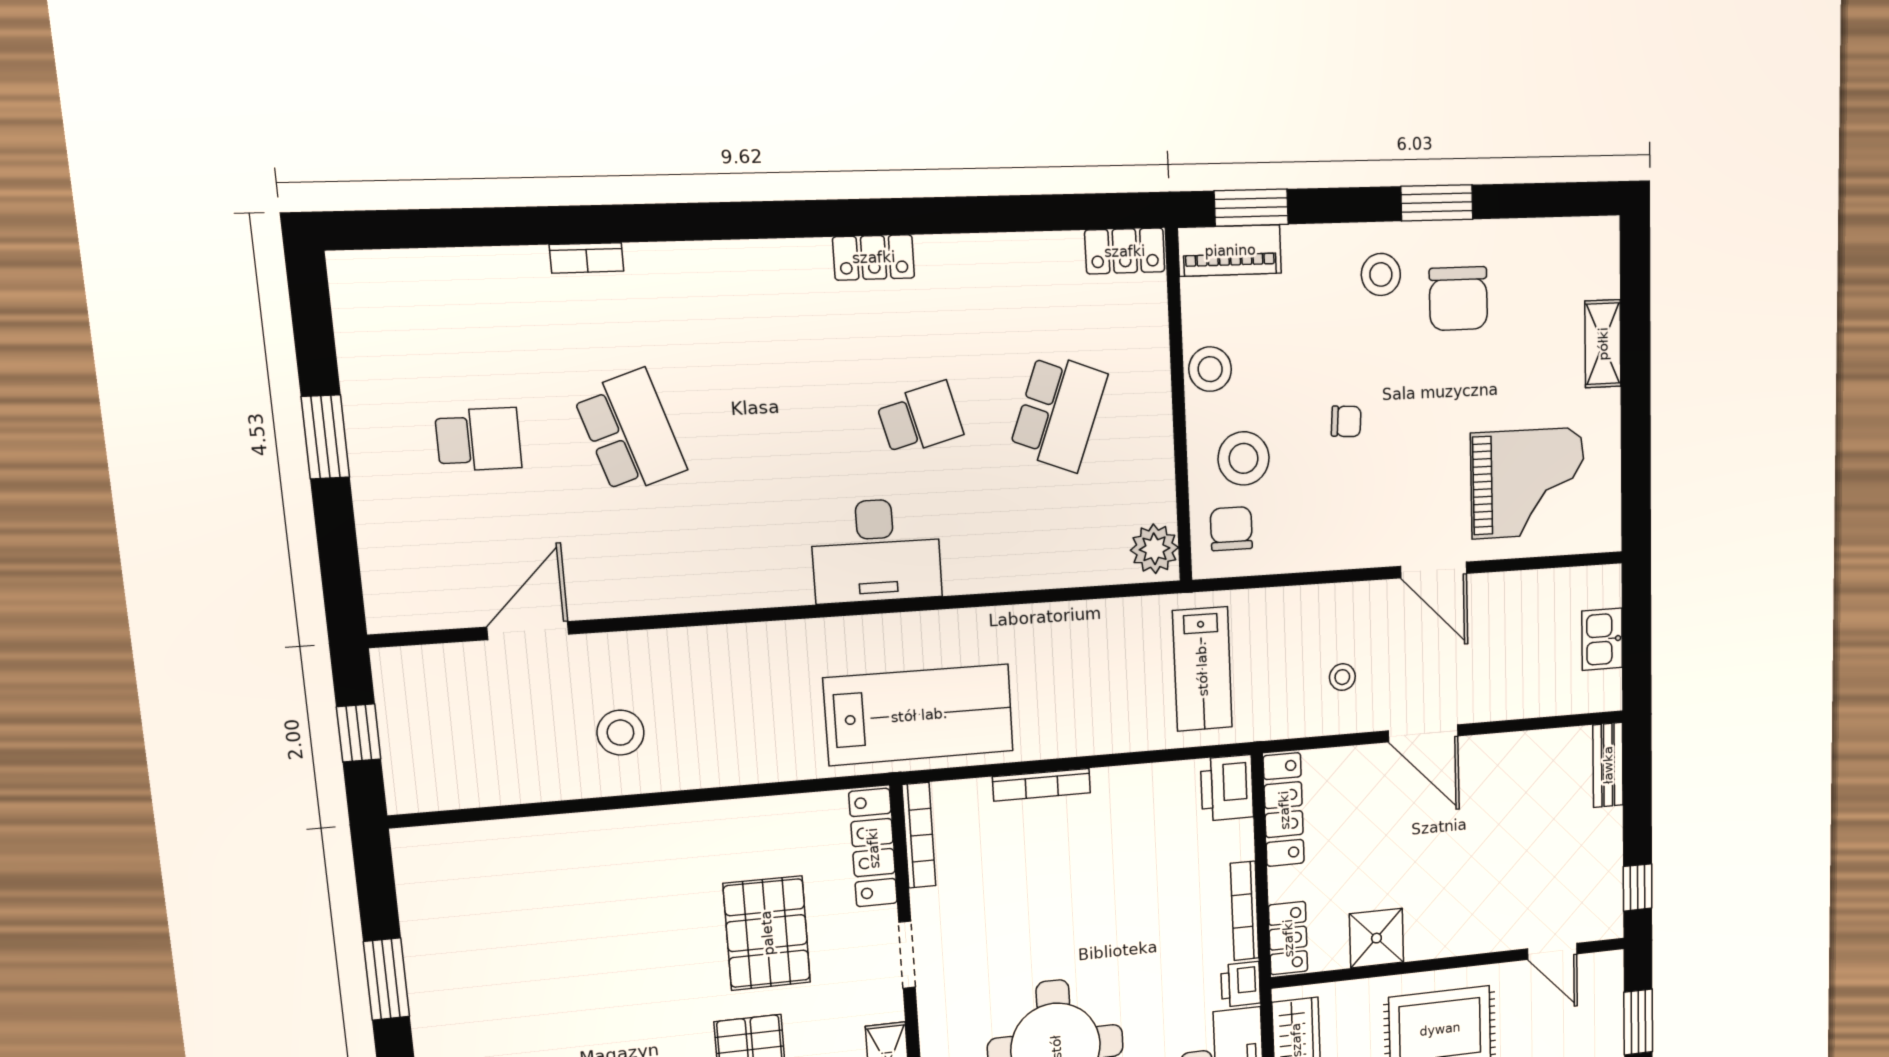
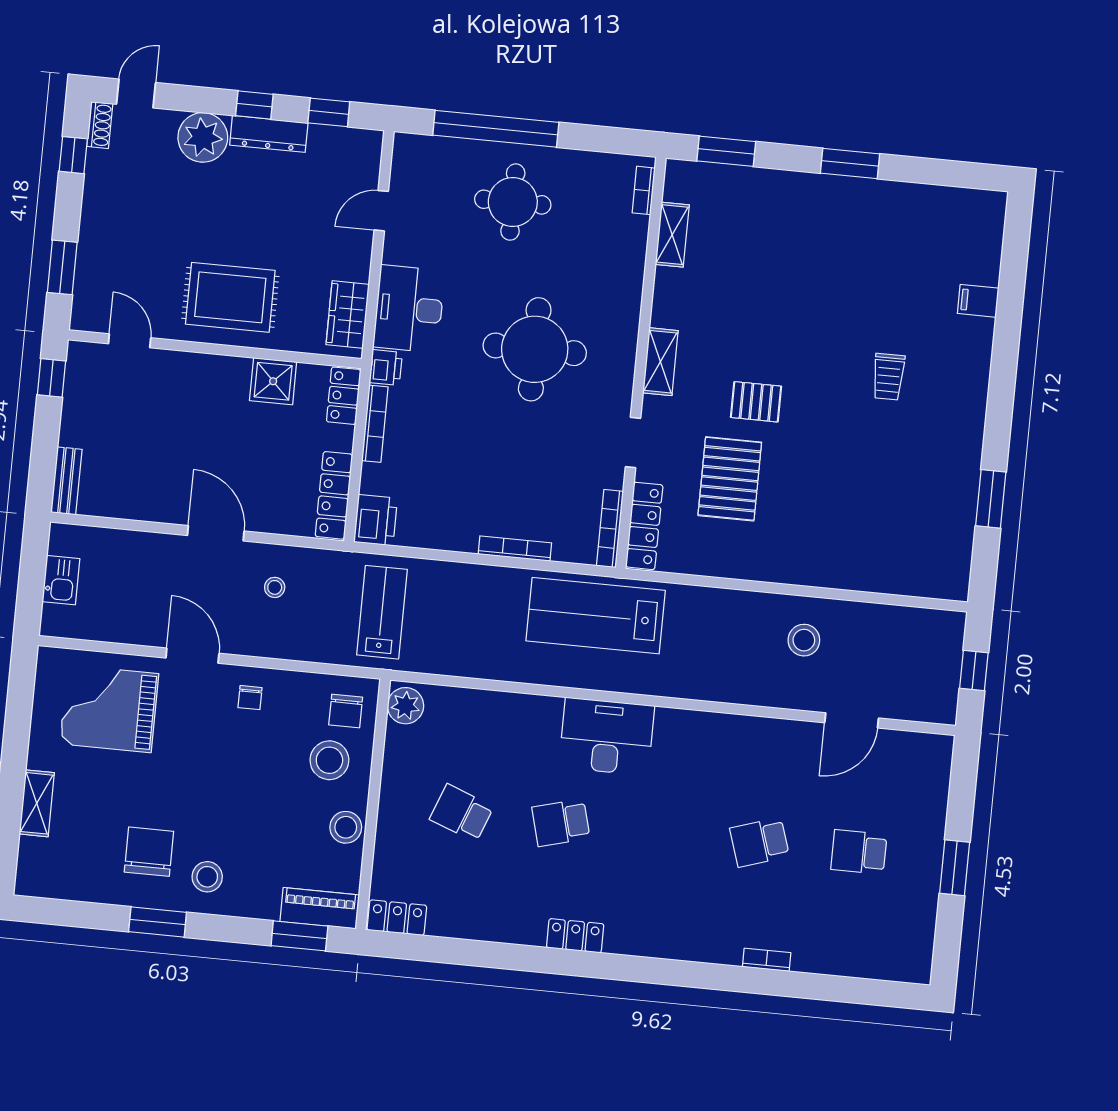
school desk: (1058, 412) -> (462, 813), width x0.54
chair: (1346, 421) -> (250, 698), moved, turned -94
school desk: (630, 432) -> (760, 842), width x0.54

